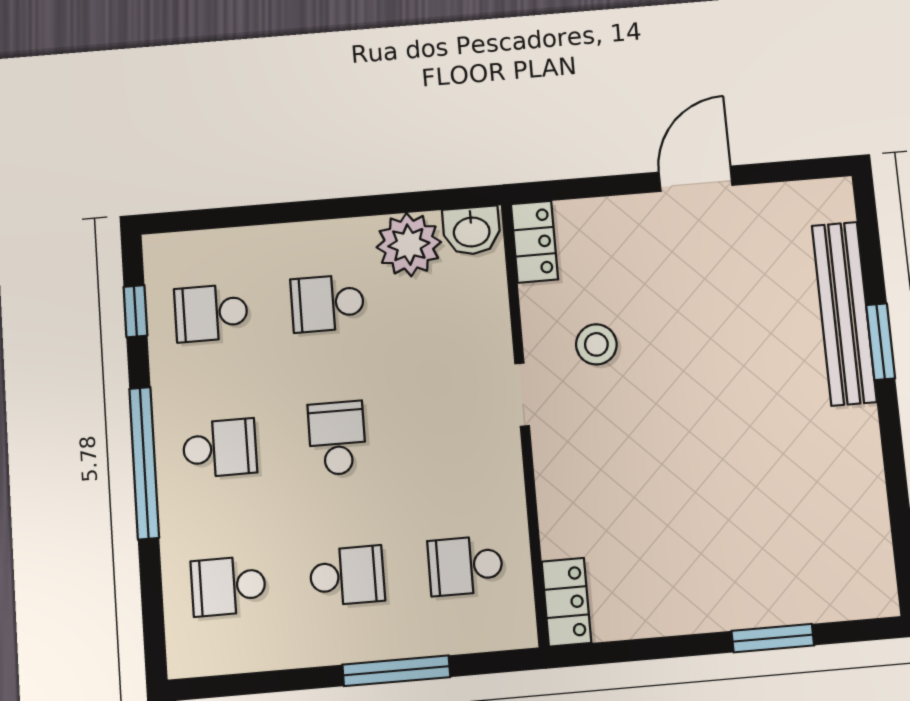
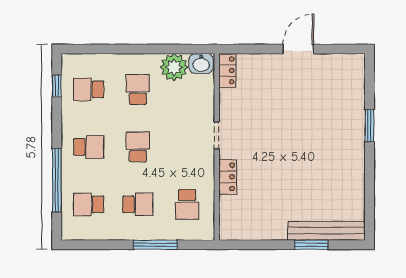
school desk: (327, 303) -> (138, 89), turned 90
bench: (844, 313) -> (326, 231), moved, turned 90
stool: (596, 344) -> (250, 117), removed
window: (144, 463) -> (57, 180), moved
school desk: (465, 566) -> (187, 204), turned -90
locker: (566, 602) -> (228, 177), moved

